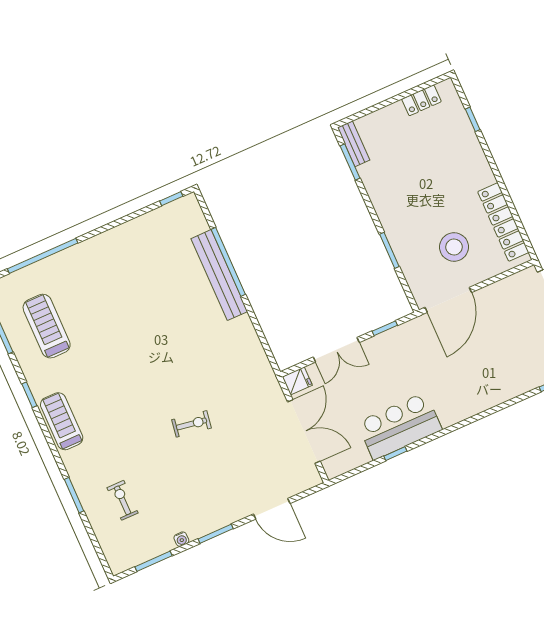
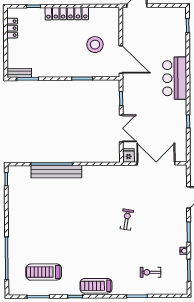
locker: (503, 222) -> (67, 14), moved
bar counter: (399, 426) -> (175, 78), moved

